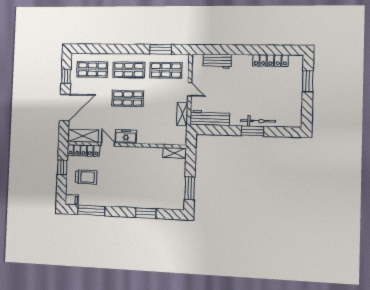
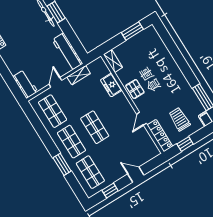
window: (161, 49) -> (62, 164), moved
workbench: (217, 61) -> (25, 84), moved
door: (65, 107) -> (136, 175), width x0.53
shelving: (83, 136) -> (148, 144), removed
freezer: (126, 136) -> (111, 85), moved
pallet: (137, 156) -> (135, 89), added
window: (146, 213) -> (175, 52), removed

